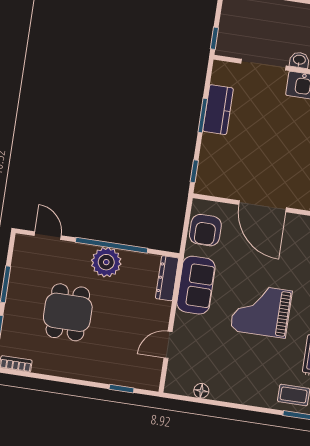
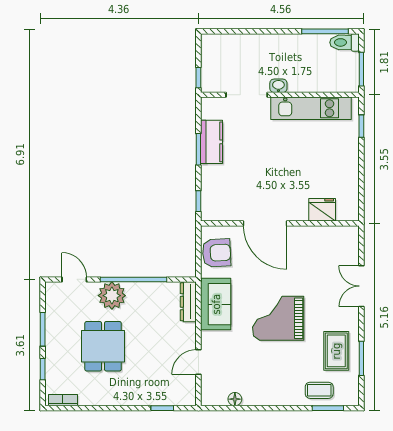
armchair: (205, 230) -> (217, 253), turned -93
plant: (106, 262) -> (112, 296), moved

